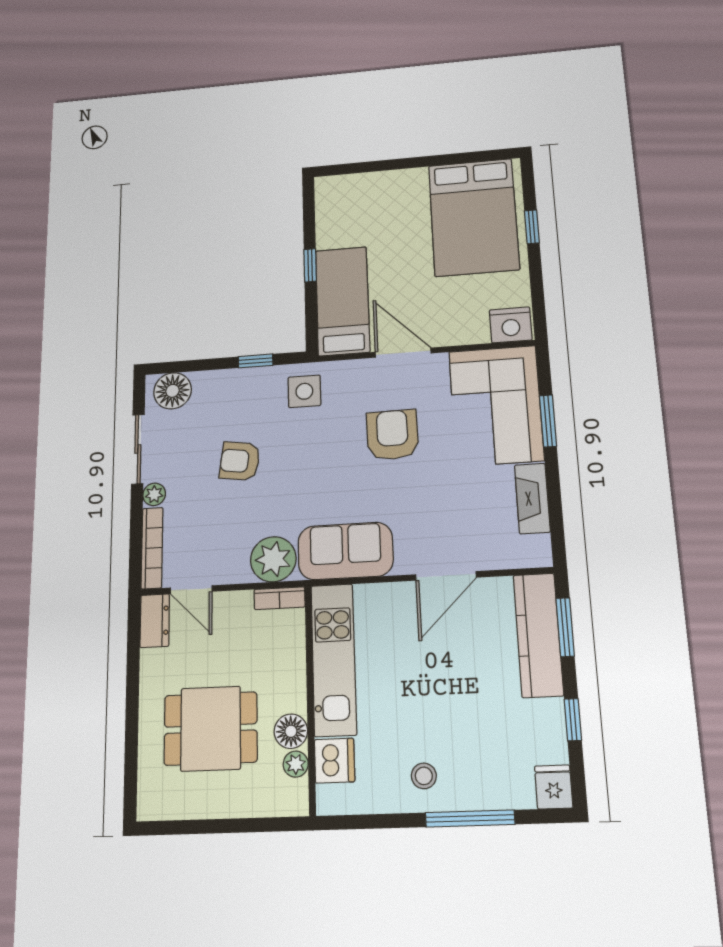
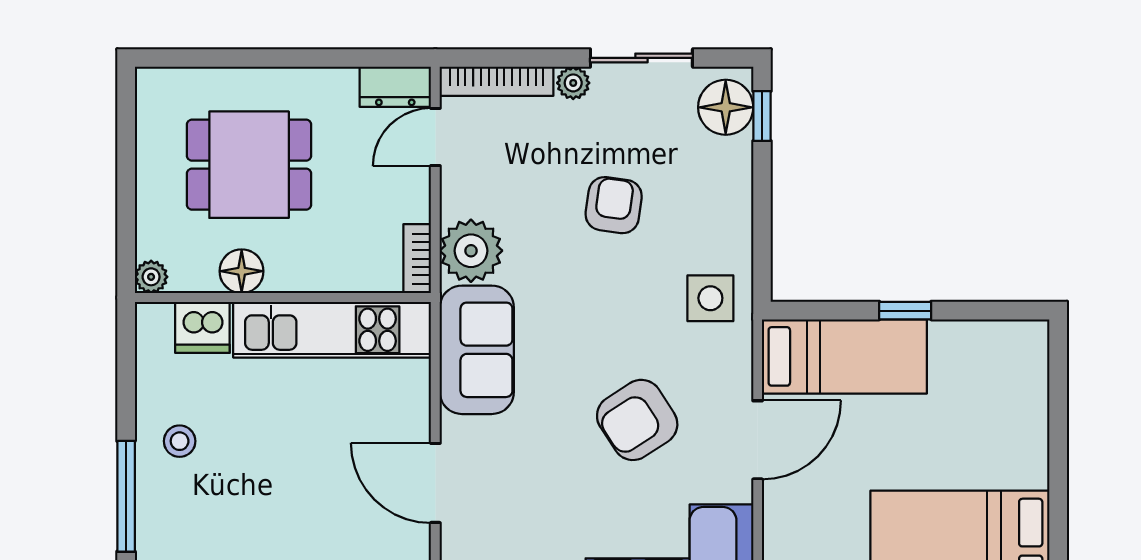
window: (256, 361) -> (762, 116), moved
armchair: (392, 435) -> (637, 420), turned 148
dining table: (211, 729) -> (249, 165), turned 90
plant: (296, 764) -> (151, 277), moved

